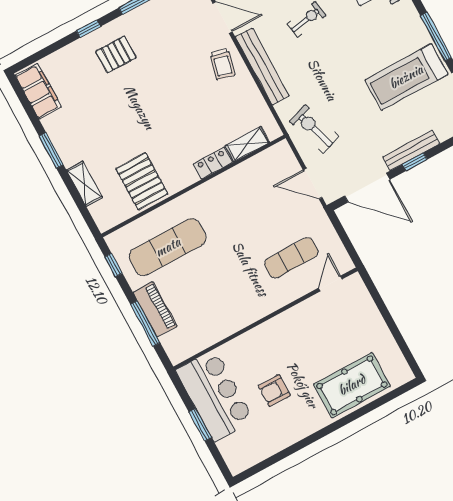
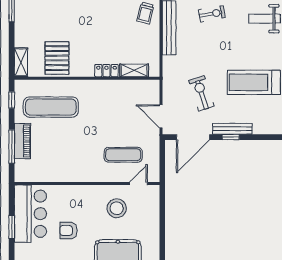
exercise bike: (314, 129) -> (201, 93), moved
shelving: (84, 184) -> (21, 62), moved
door: (367, 188) -> (193, 137), hinge flipped
stool: (320, 330) -> (117, 208), added

